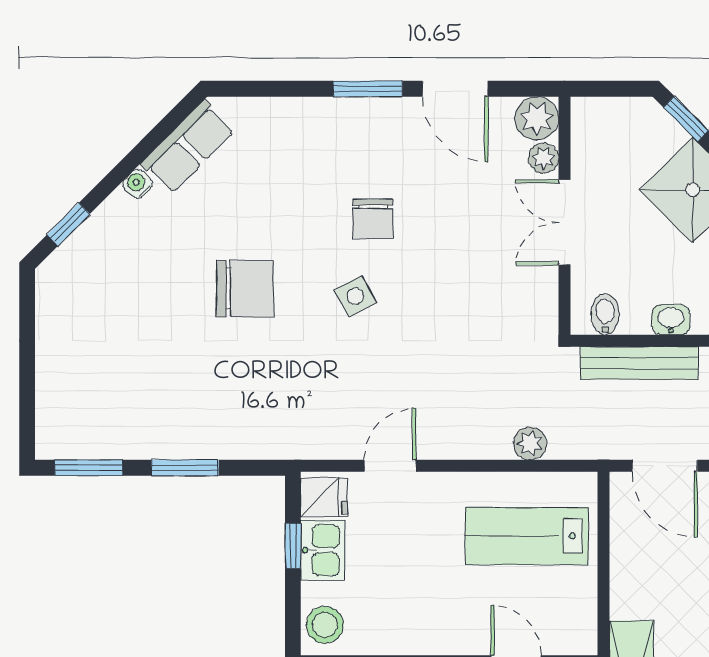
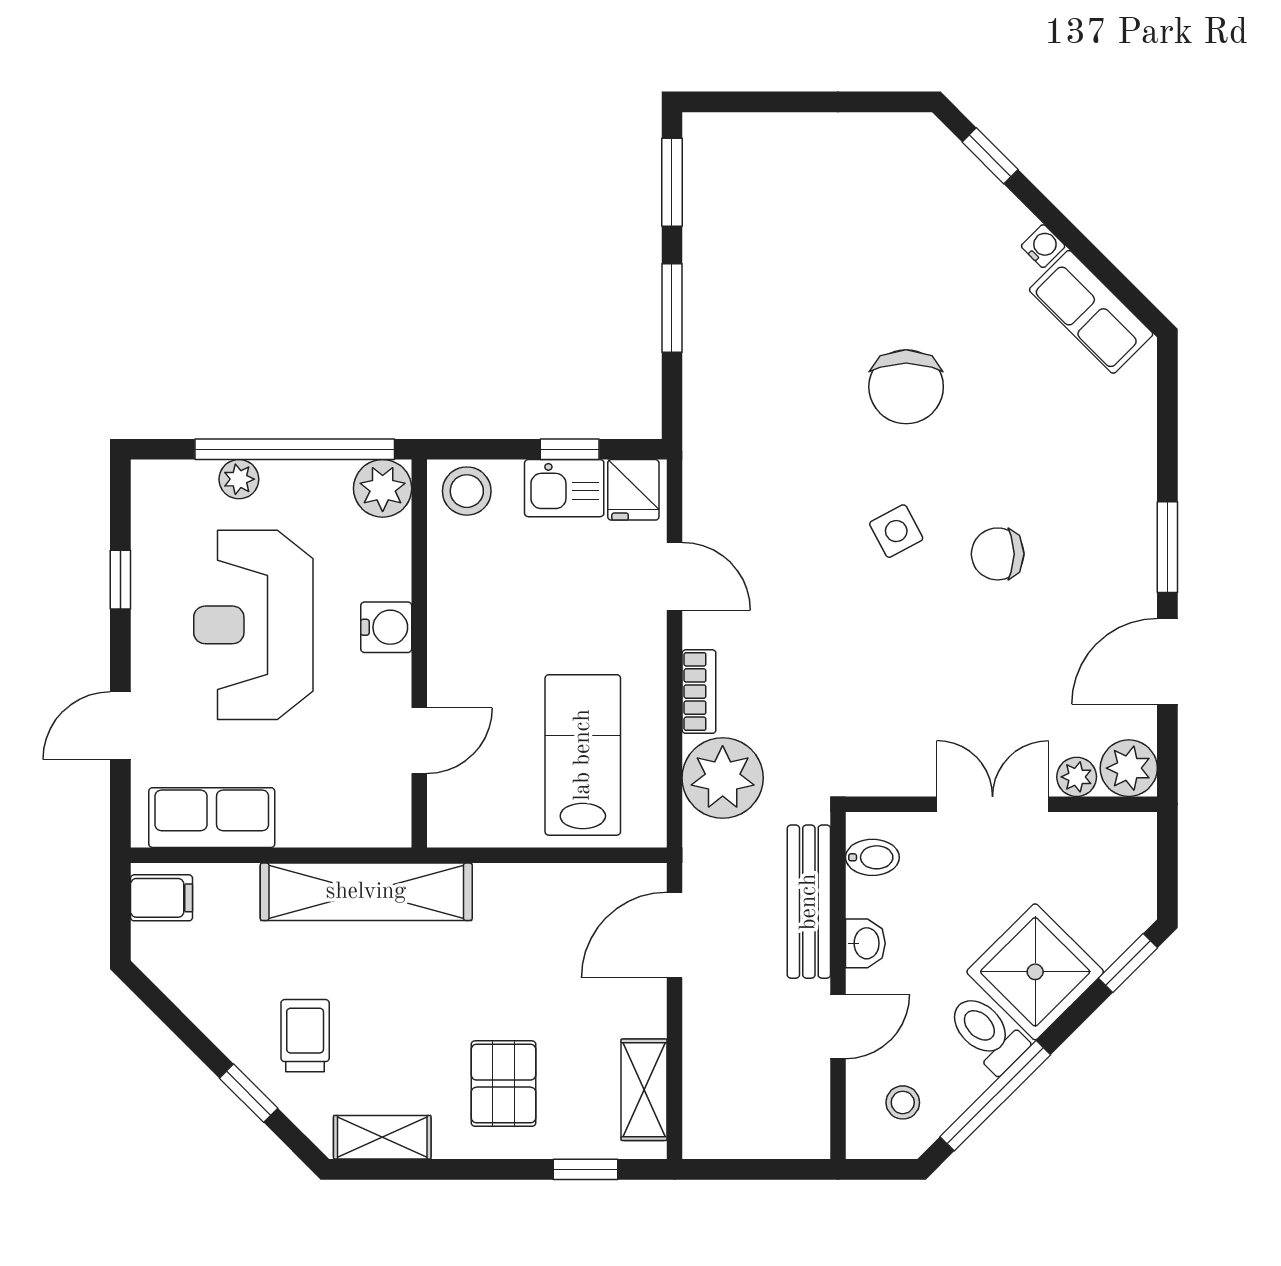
plant: (530, 443) -> (723, 778), width x1.87, depth x1.87
bookcase: (478, 447) -> (699, 692), added

